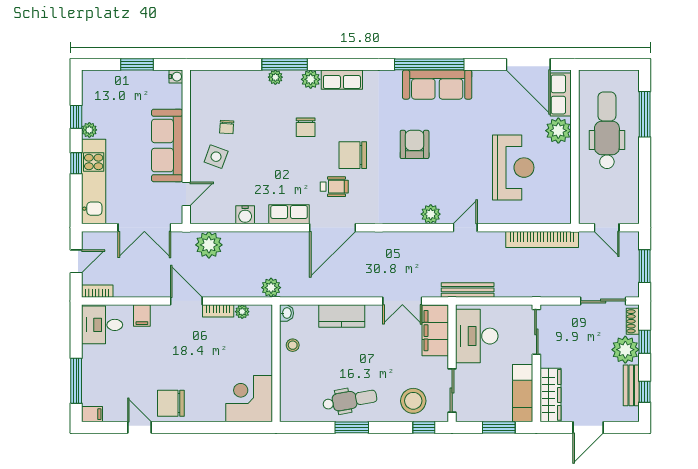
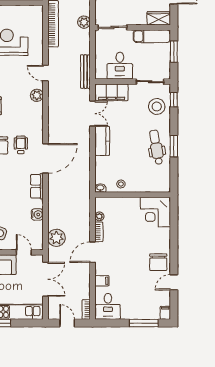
wheelchair: (334, 187) -> (21, 145), moved
door: (332, 228) -> (45, 158), hinge flipped
plant: (271, 288) -> (84, 22), moved
kitchen counter: (342, 316) -> (102, 141), moved
desk: (477, 336) -> (120, 66), width x0.73
wardrobe: (550, 395) -> (159, 18), width x0.67

